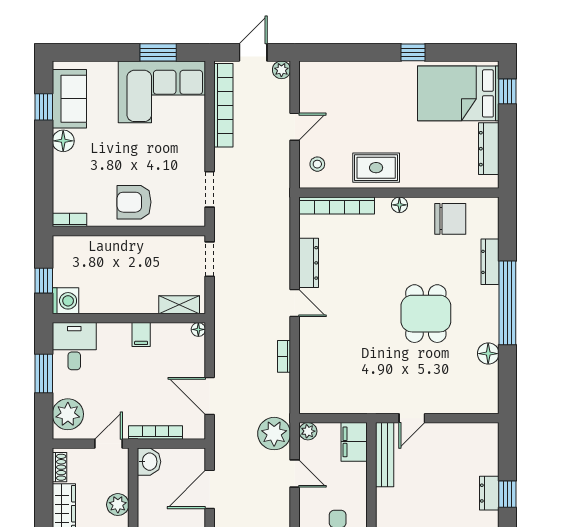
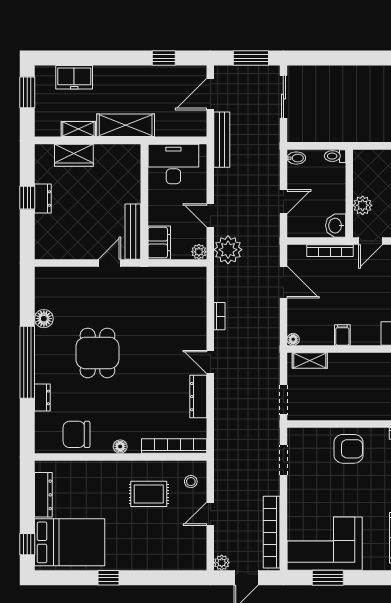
rug: (376, 168) -> (149, 494), moved
dresser: (490, 262) -> (42, 397), width x0.70
door: (210, 489) -> (283, 202), width x0.73
plant: (118, 505) -> (363, 205), moved

